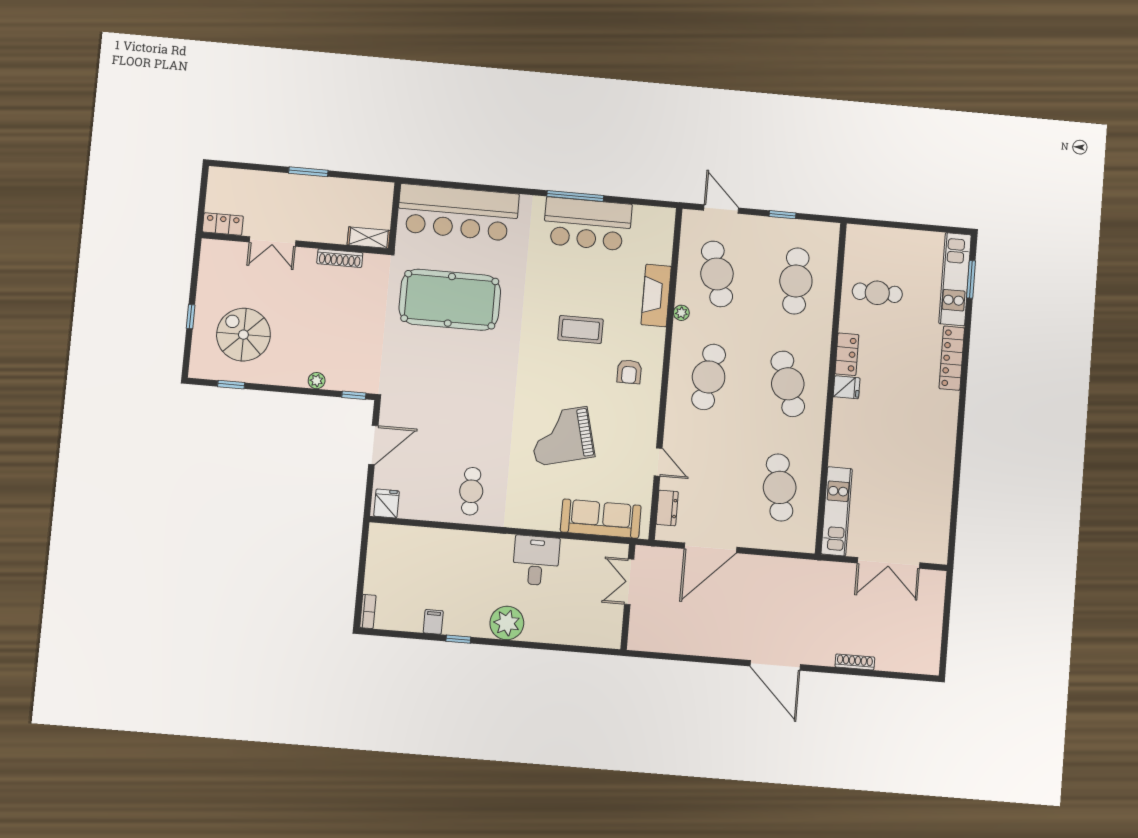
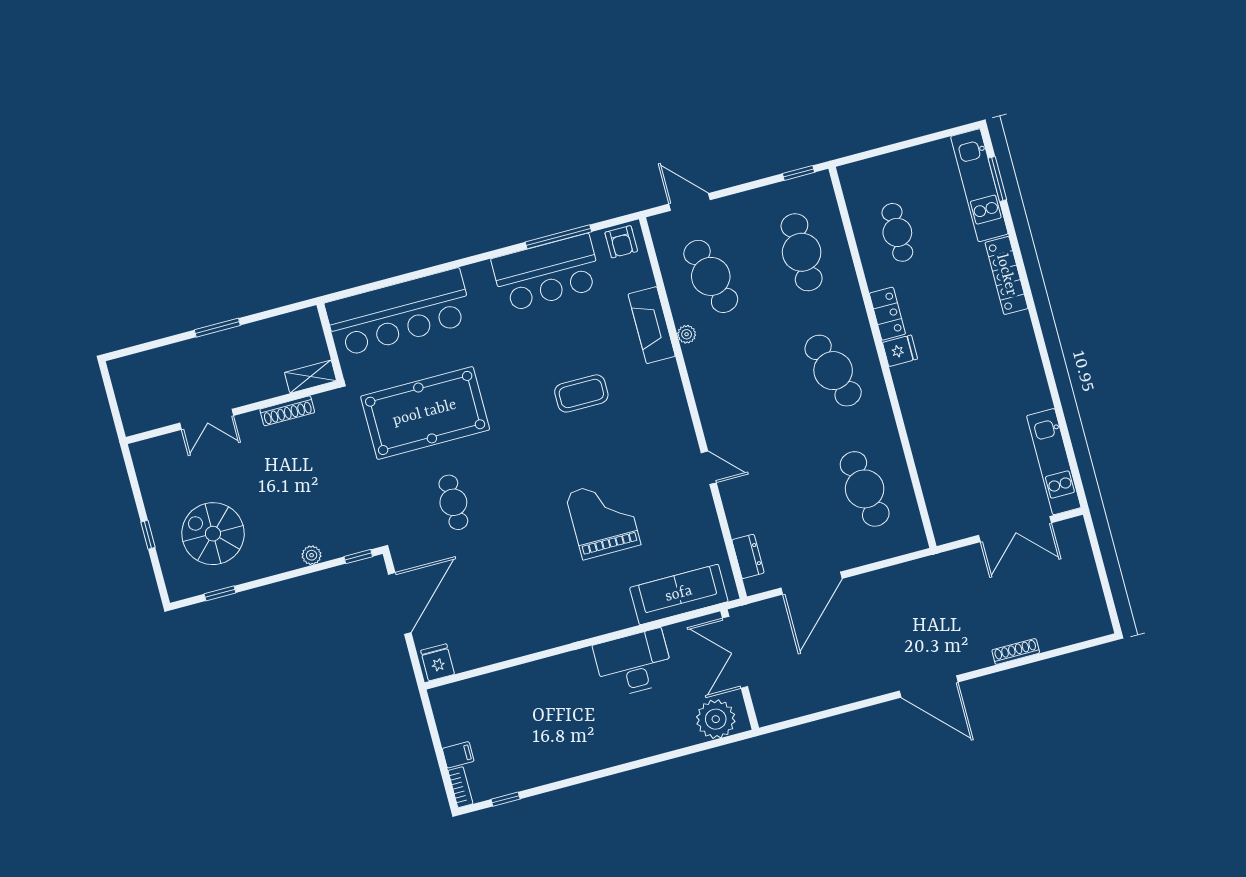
window: (575, 196) -> (558, 237), moved
window: (782, 215) -> (799, 173), moved
locker: (223, 224) -> (145, 420), removed
cafe table: (877, 293) -> (897, 232), turned 90
armchair: (629, 372) -> (621, 242), moved
cafe table: (709, 377) -> (742, 395), removed
grand piano: (562, 436) -> (603, 519), turned 104
door: (373, 445) -> (400, 603), width x1.36
door: (658, 462) -> (709, 468), moved
cafe table: (471, 491) -> (453, 502), moved
kitchen unit: (837, 511) -> (1054, 462), moved, turned 180
desk: (536, 561) -> (634, 663), width x1.37
double door: (629, 582) -> (735, 652), width x1.37
filing cabinet: (433, 622) -> (458, 755), moved, turned 90
plant: (507, 623) -> (716, 719), moved
window: (458, 639) -> (506, 799), moved

